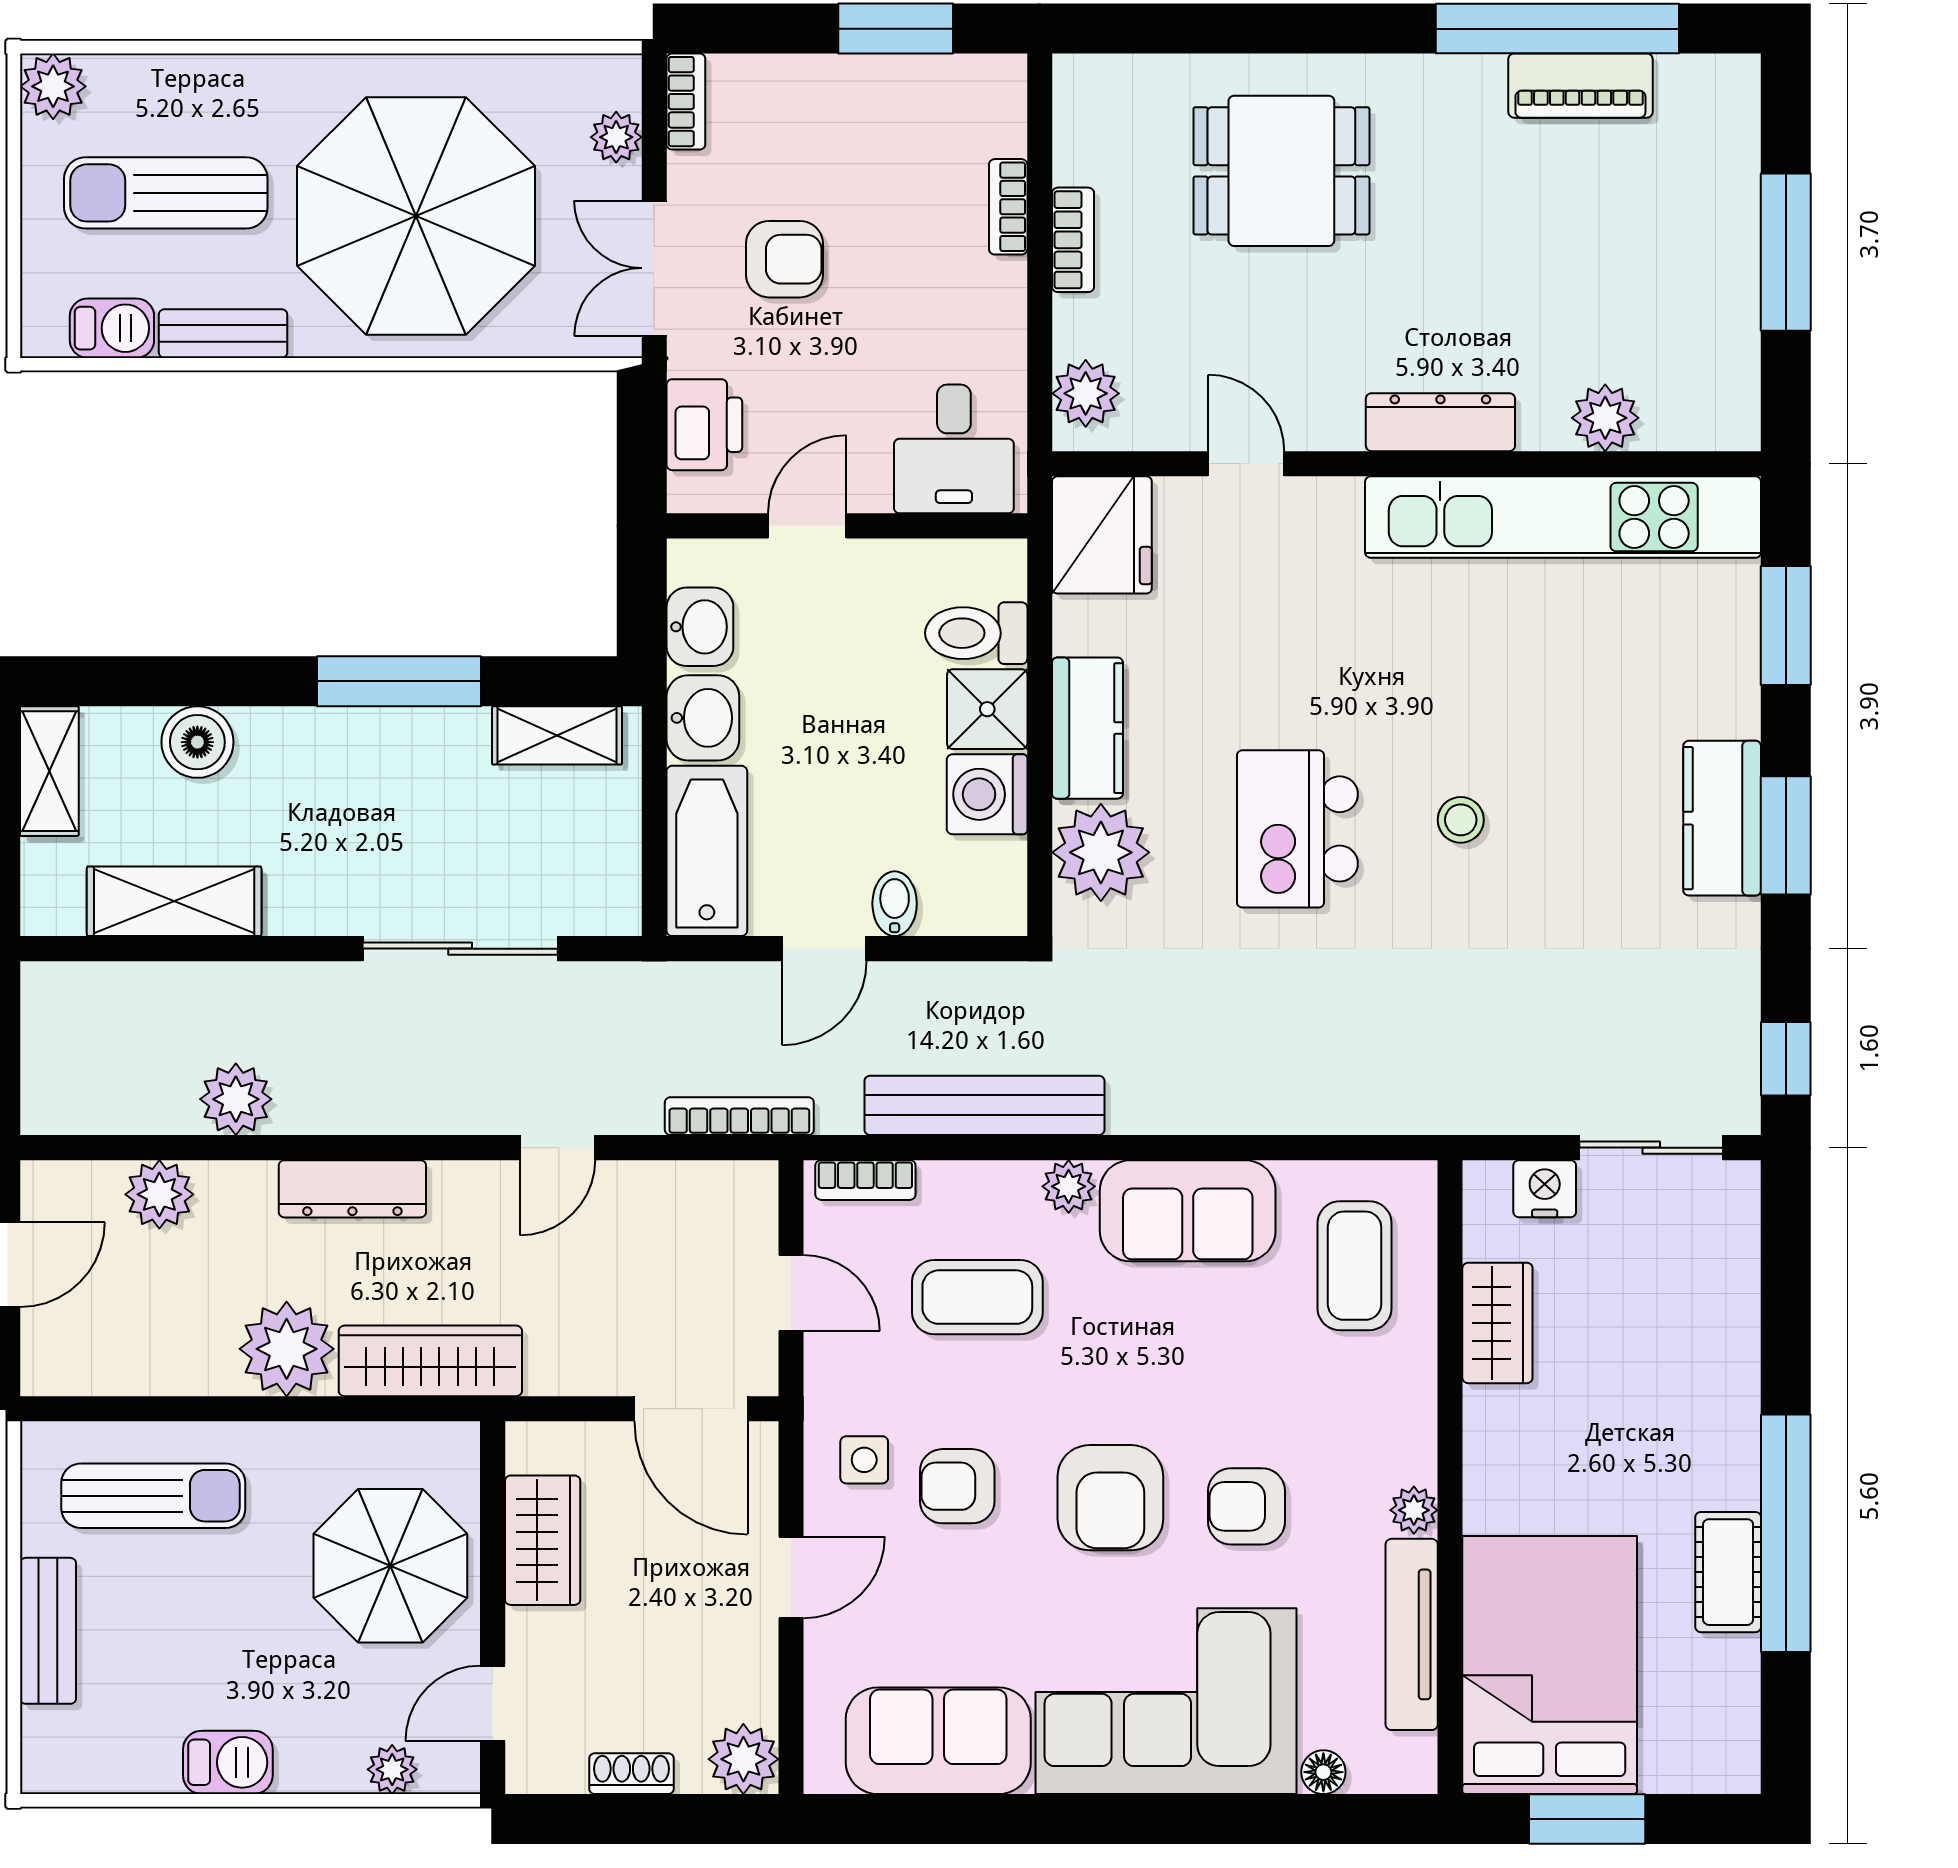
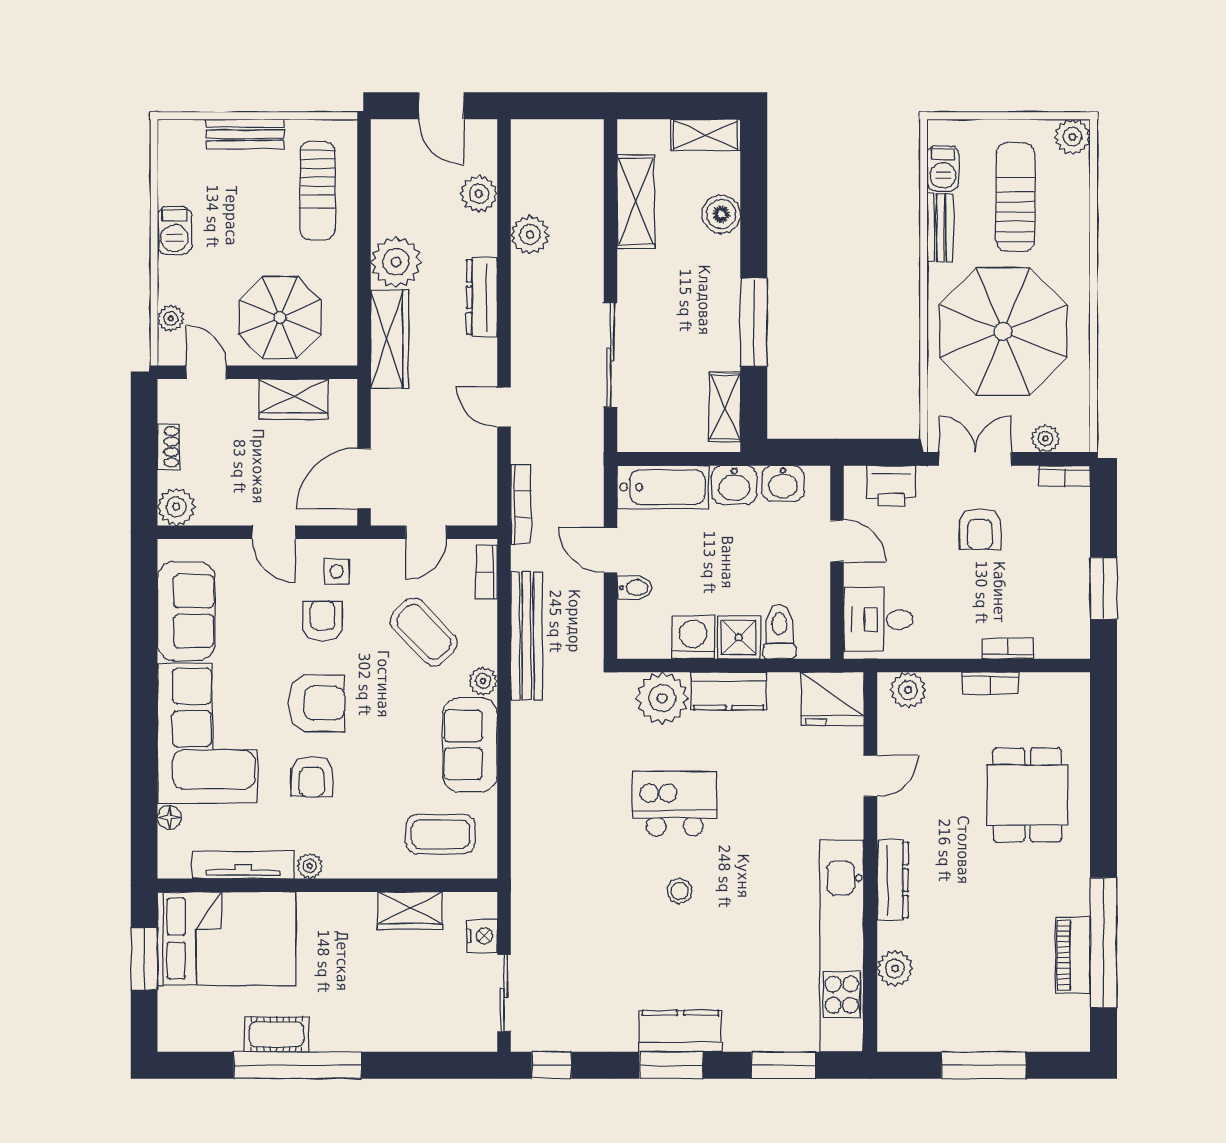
coffee table: (977, 1297) -> (424, 632), turned -44
armchair: (1110, 1498) -> (316, 703), turned 180
armchair: (1246, 1506) -> (312, 776), turned 180

